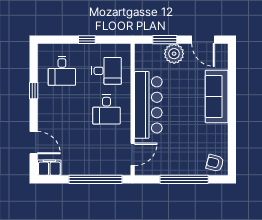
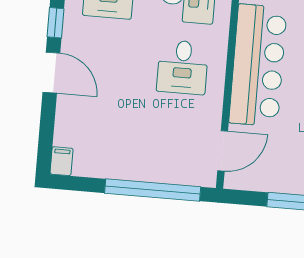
door: (34, 143) -> (51, 73), moved
filing cabinet: (49, 168) -> (62, 161), width x0.50

